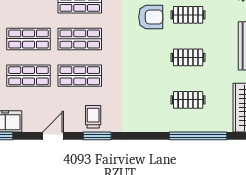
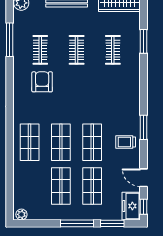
trolley: (93, 117) -> (126, 142), moved
door: (53, 136) -> (144, 178), moved
window: (198, 136) -> (144, 41), width x0.47

